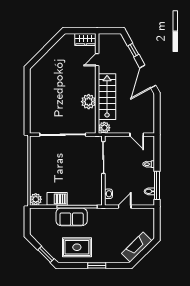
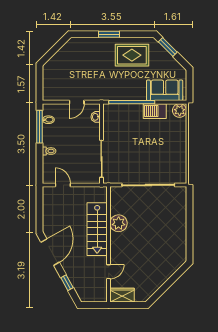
plant: (104, 128) -> (100, 193), removed
sofa: (72, 217) -> (165, 90), moved
fireplace: (137, 247) -> (63, 55), removed

